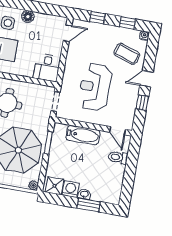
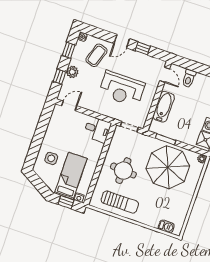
floor lamp: (28, 17) -> (48, 139), removed
plant: (105, 31) -> (72, 72), added
door: (68, 33) -> (69, 106), hinge flipped
door: (146, 79) -> (122, 41), hinge flipped
door: (118, 131) -> (165, 75), hinge flipped

